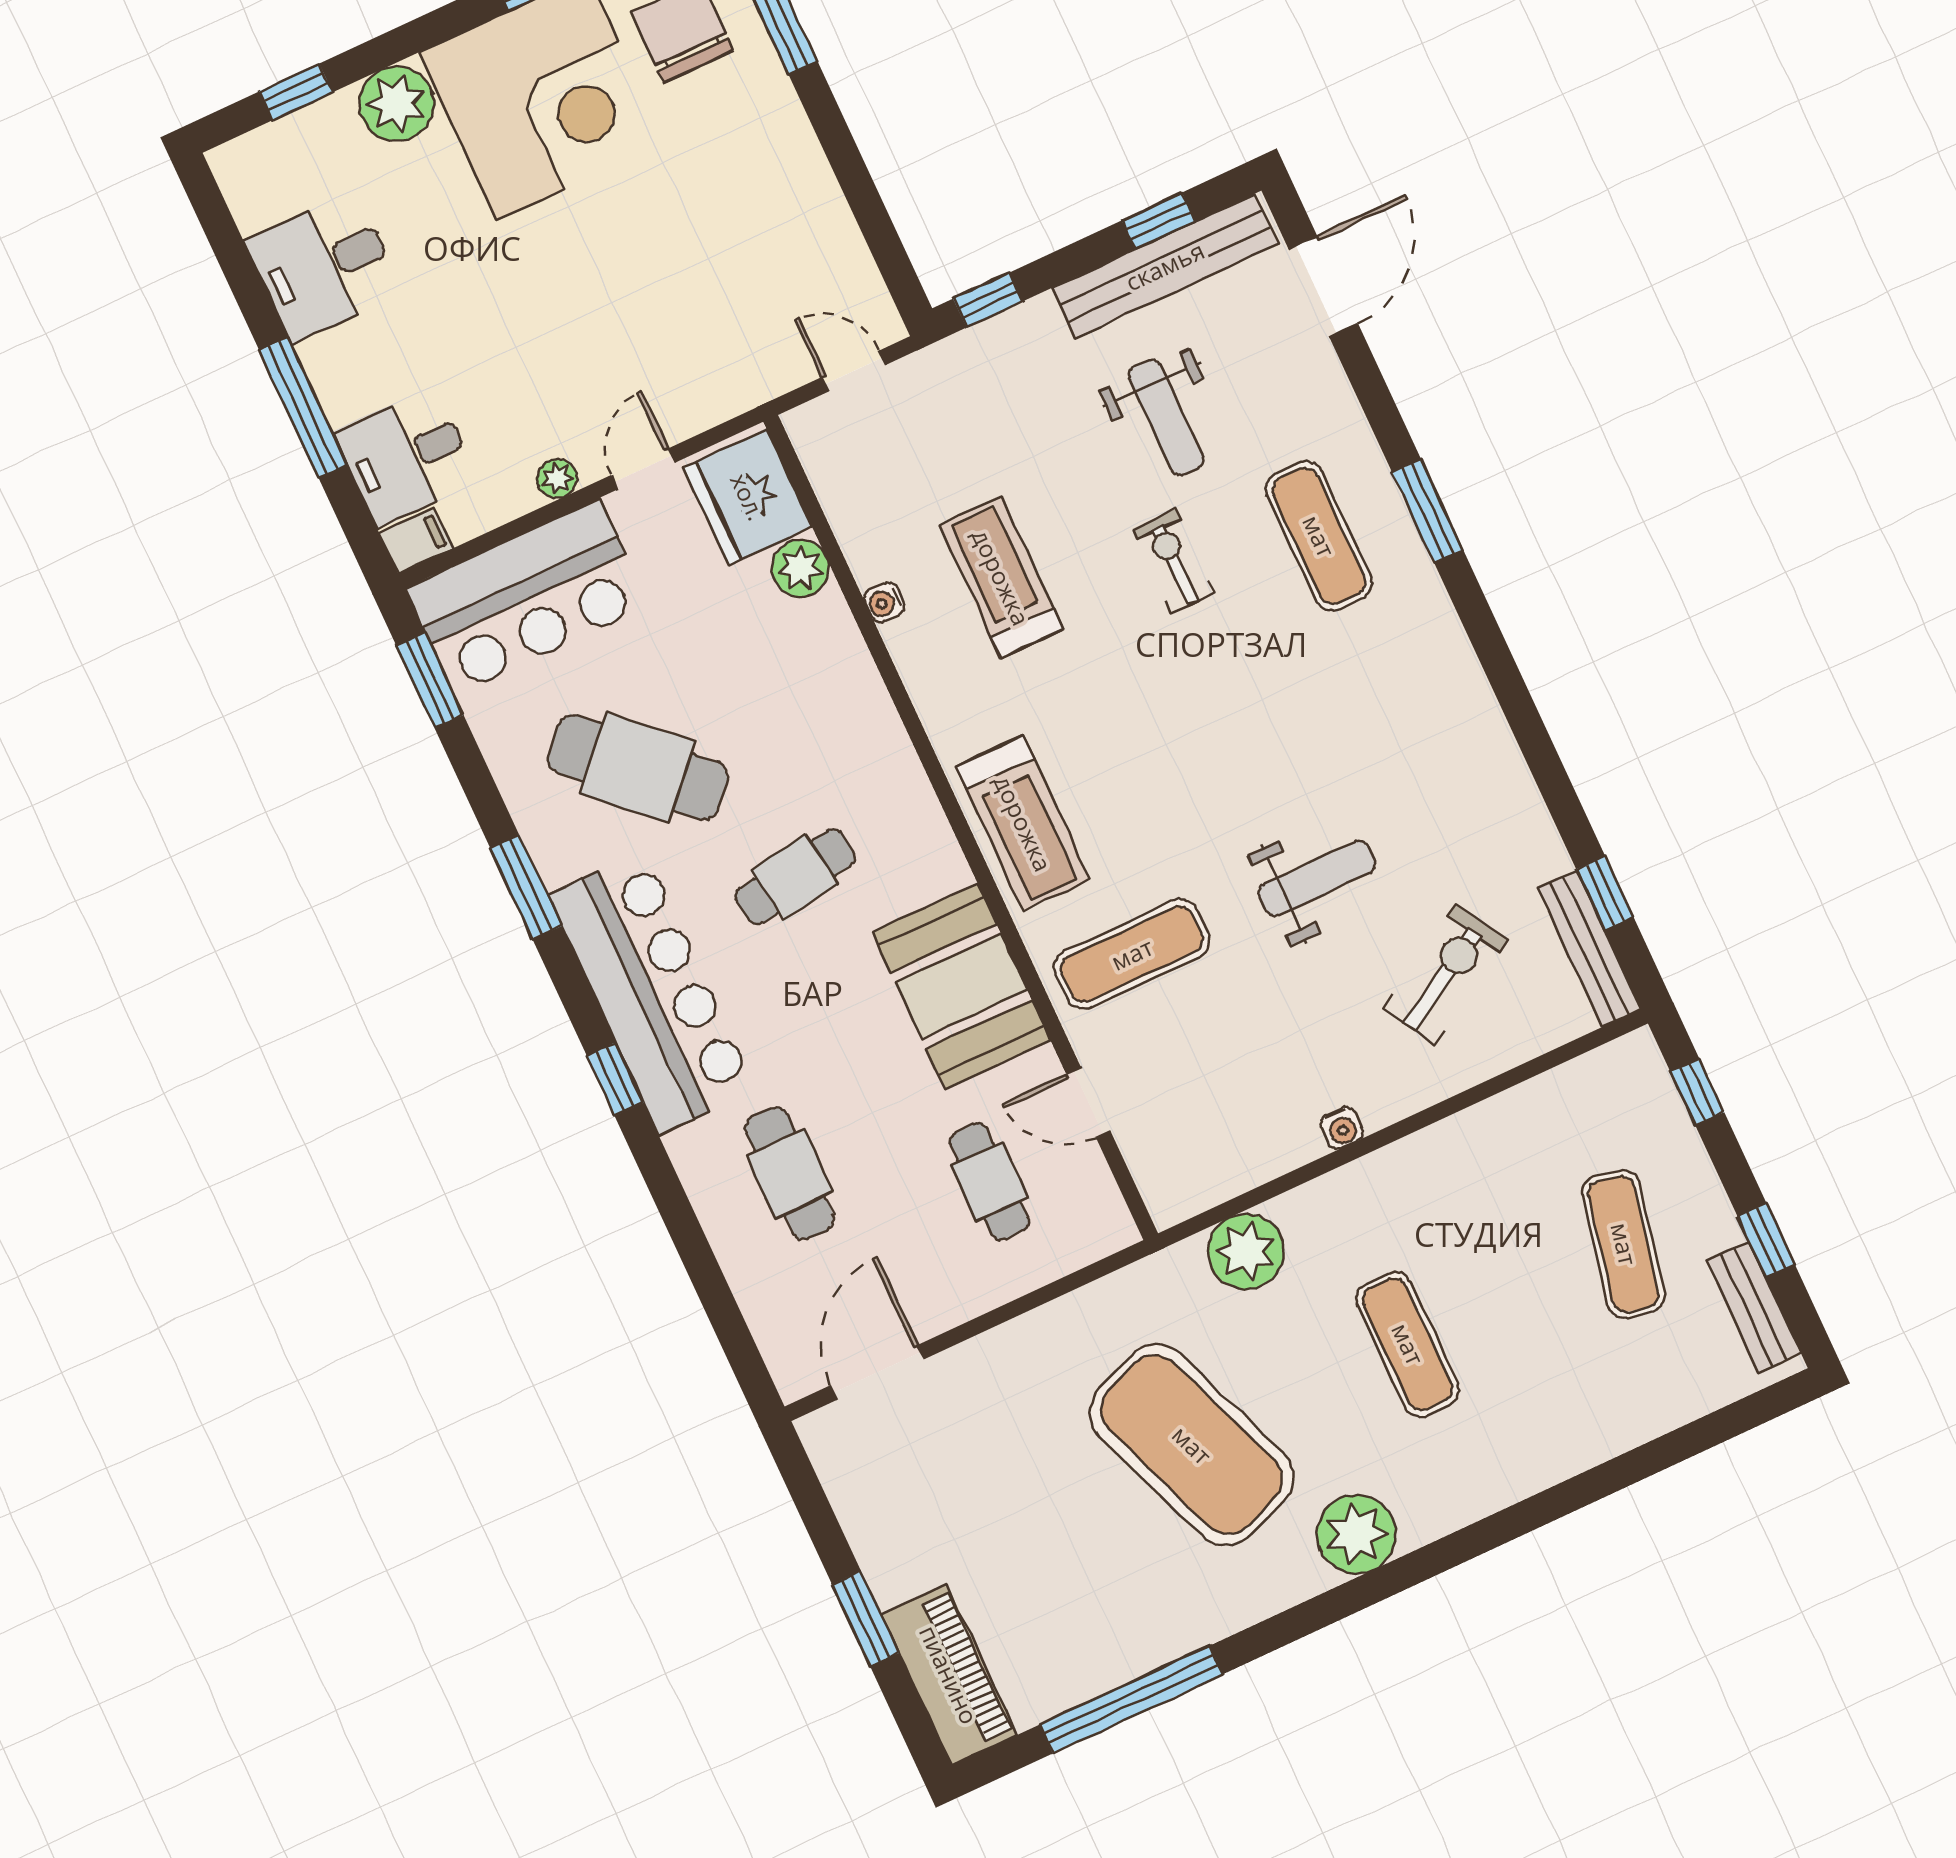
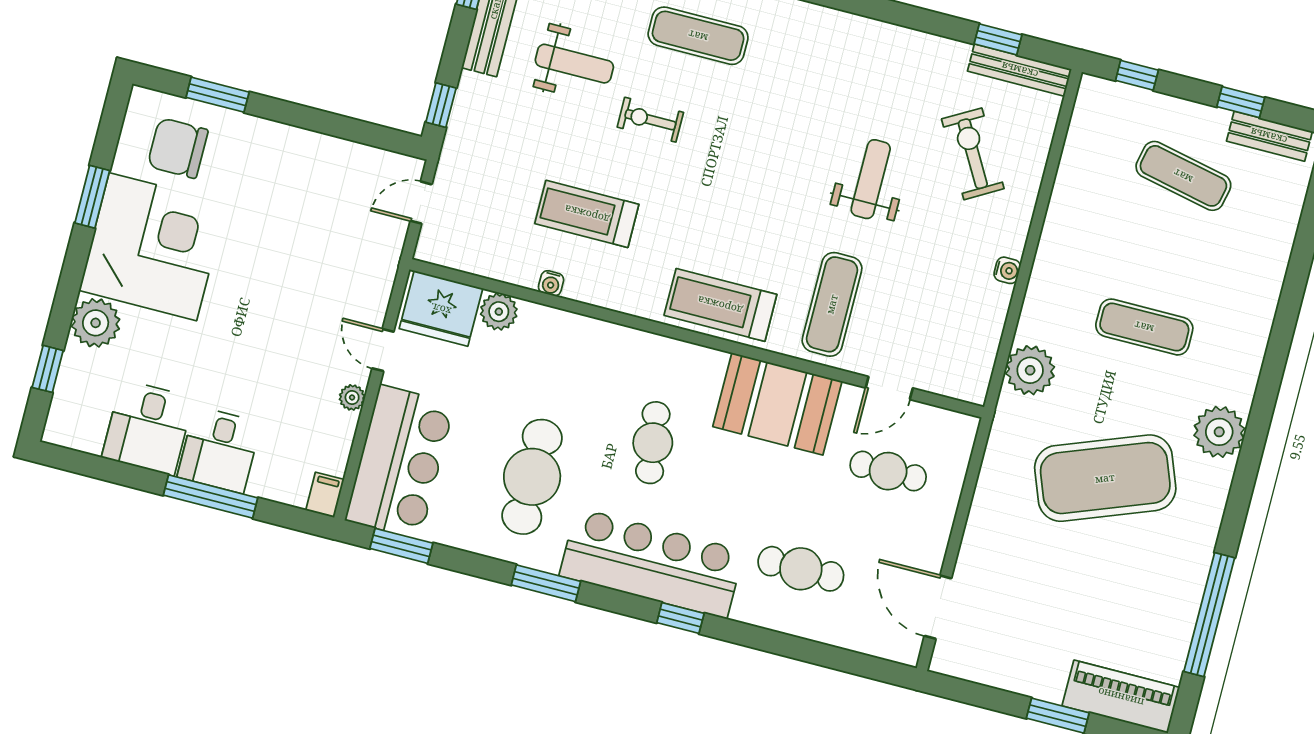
desk: (406, 458) -> (219, 450), moved
cafe table: (638, 767) -> (532, 477), turned -43
treadmill: (1023, 823) -> (720, 305), turned 180

